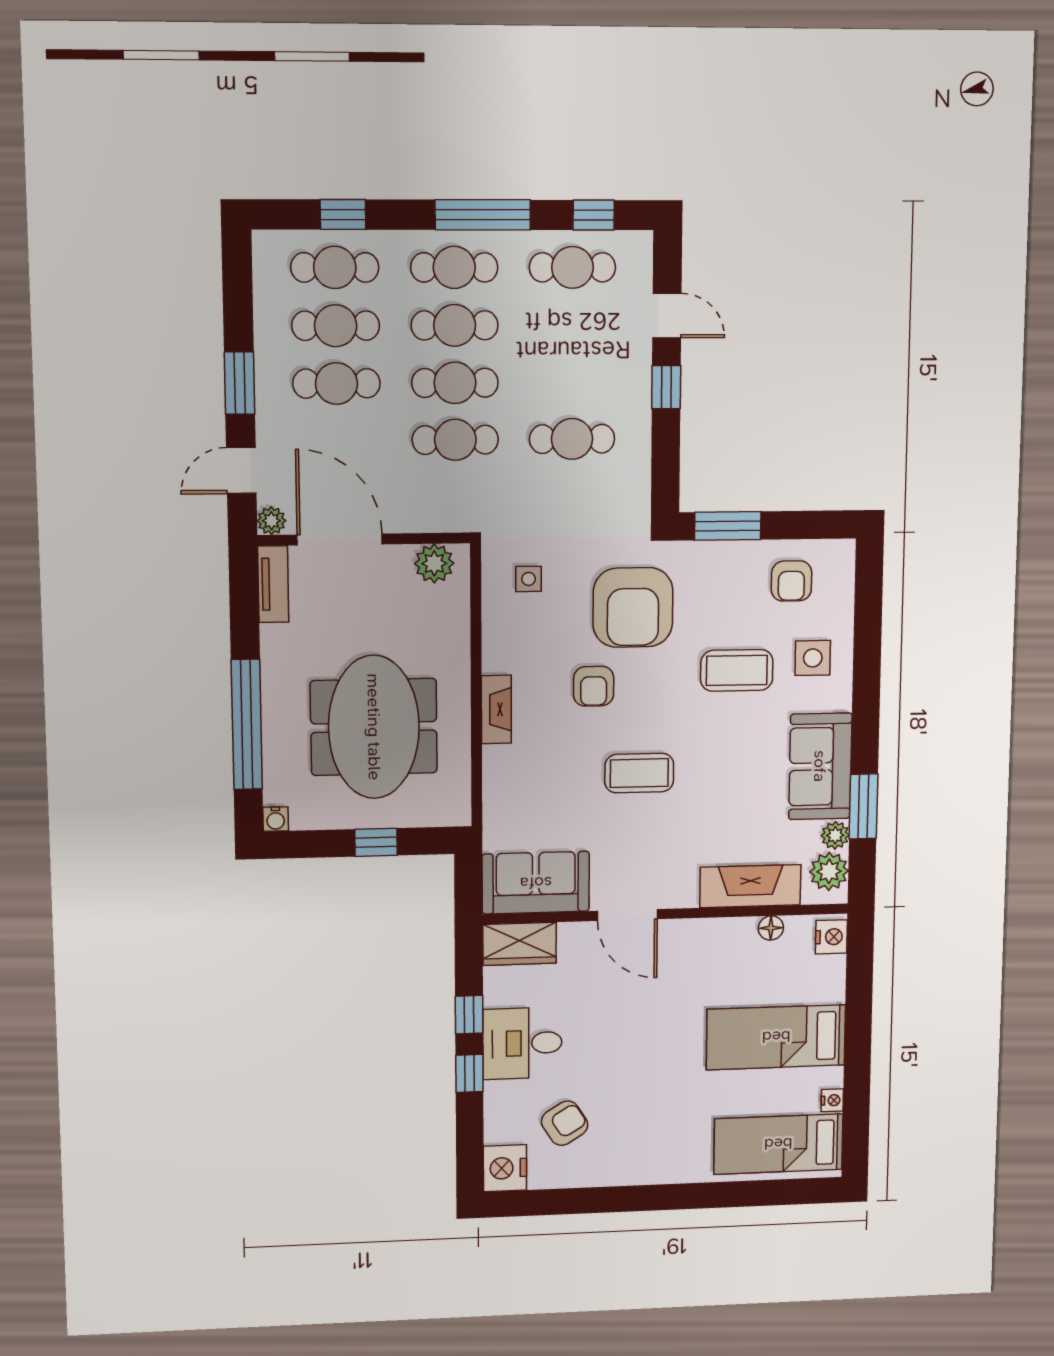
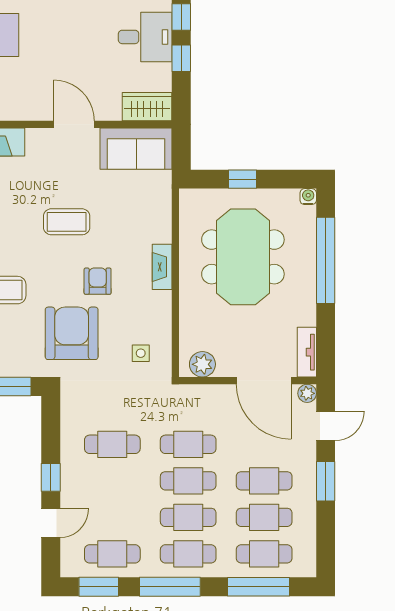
window: (343, 214) -> (259, 587), width x2.17
window: (594, 215) -> (99, 587), width x1.50
door: (667, 316) -> (51, 523), swing flipped

